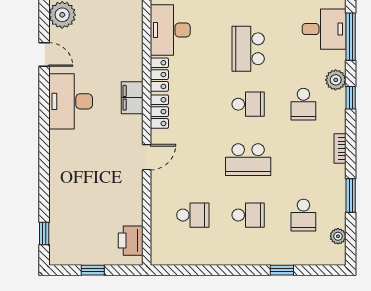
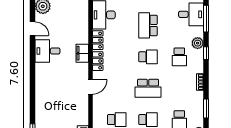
desk: (71, 101) -> (48, 51), width x0.73

